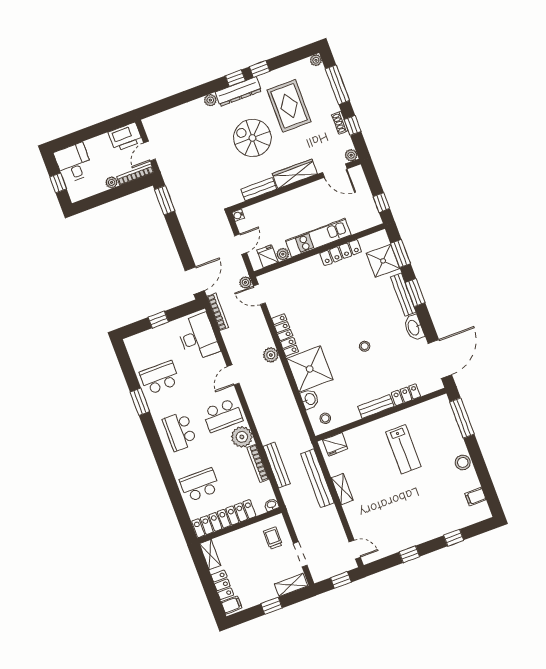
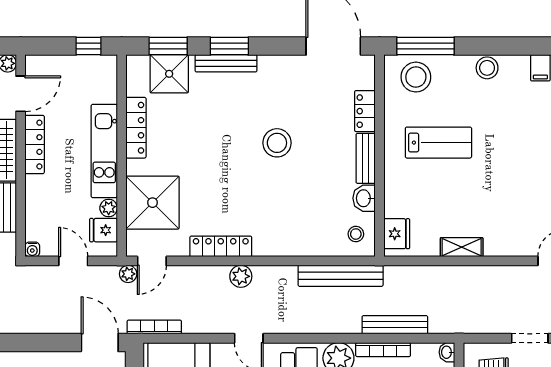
locker: (306, 192) -> (35, 145), added
washbasin: (414, 327) -> (277, 66), removed
stool: (365, 346) -> (277, 143), width x1.89, depth x1.89
shower: (310, 369) -> (153, 203), moved
washbasin: (310, 399) -> (364, 198), moved, turned -90
stool: (440, 419) -> (416, 77), added
bench: (317, 478) -> (341, 276), moved

